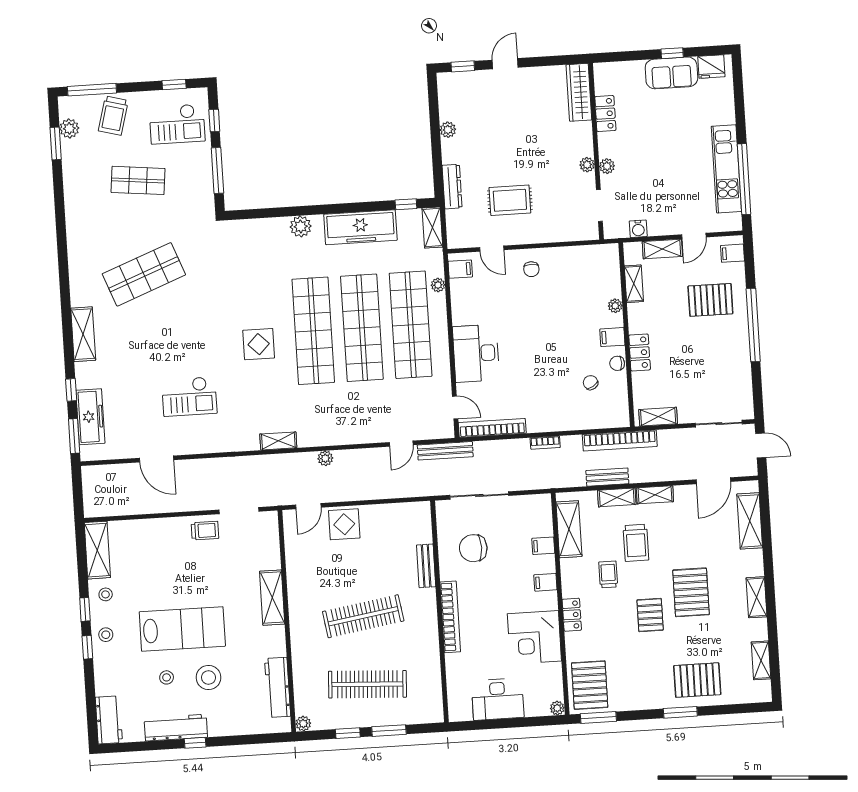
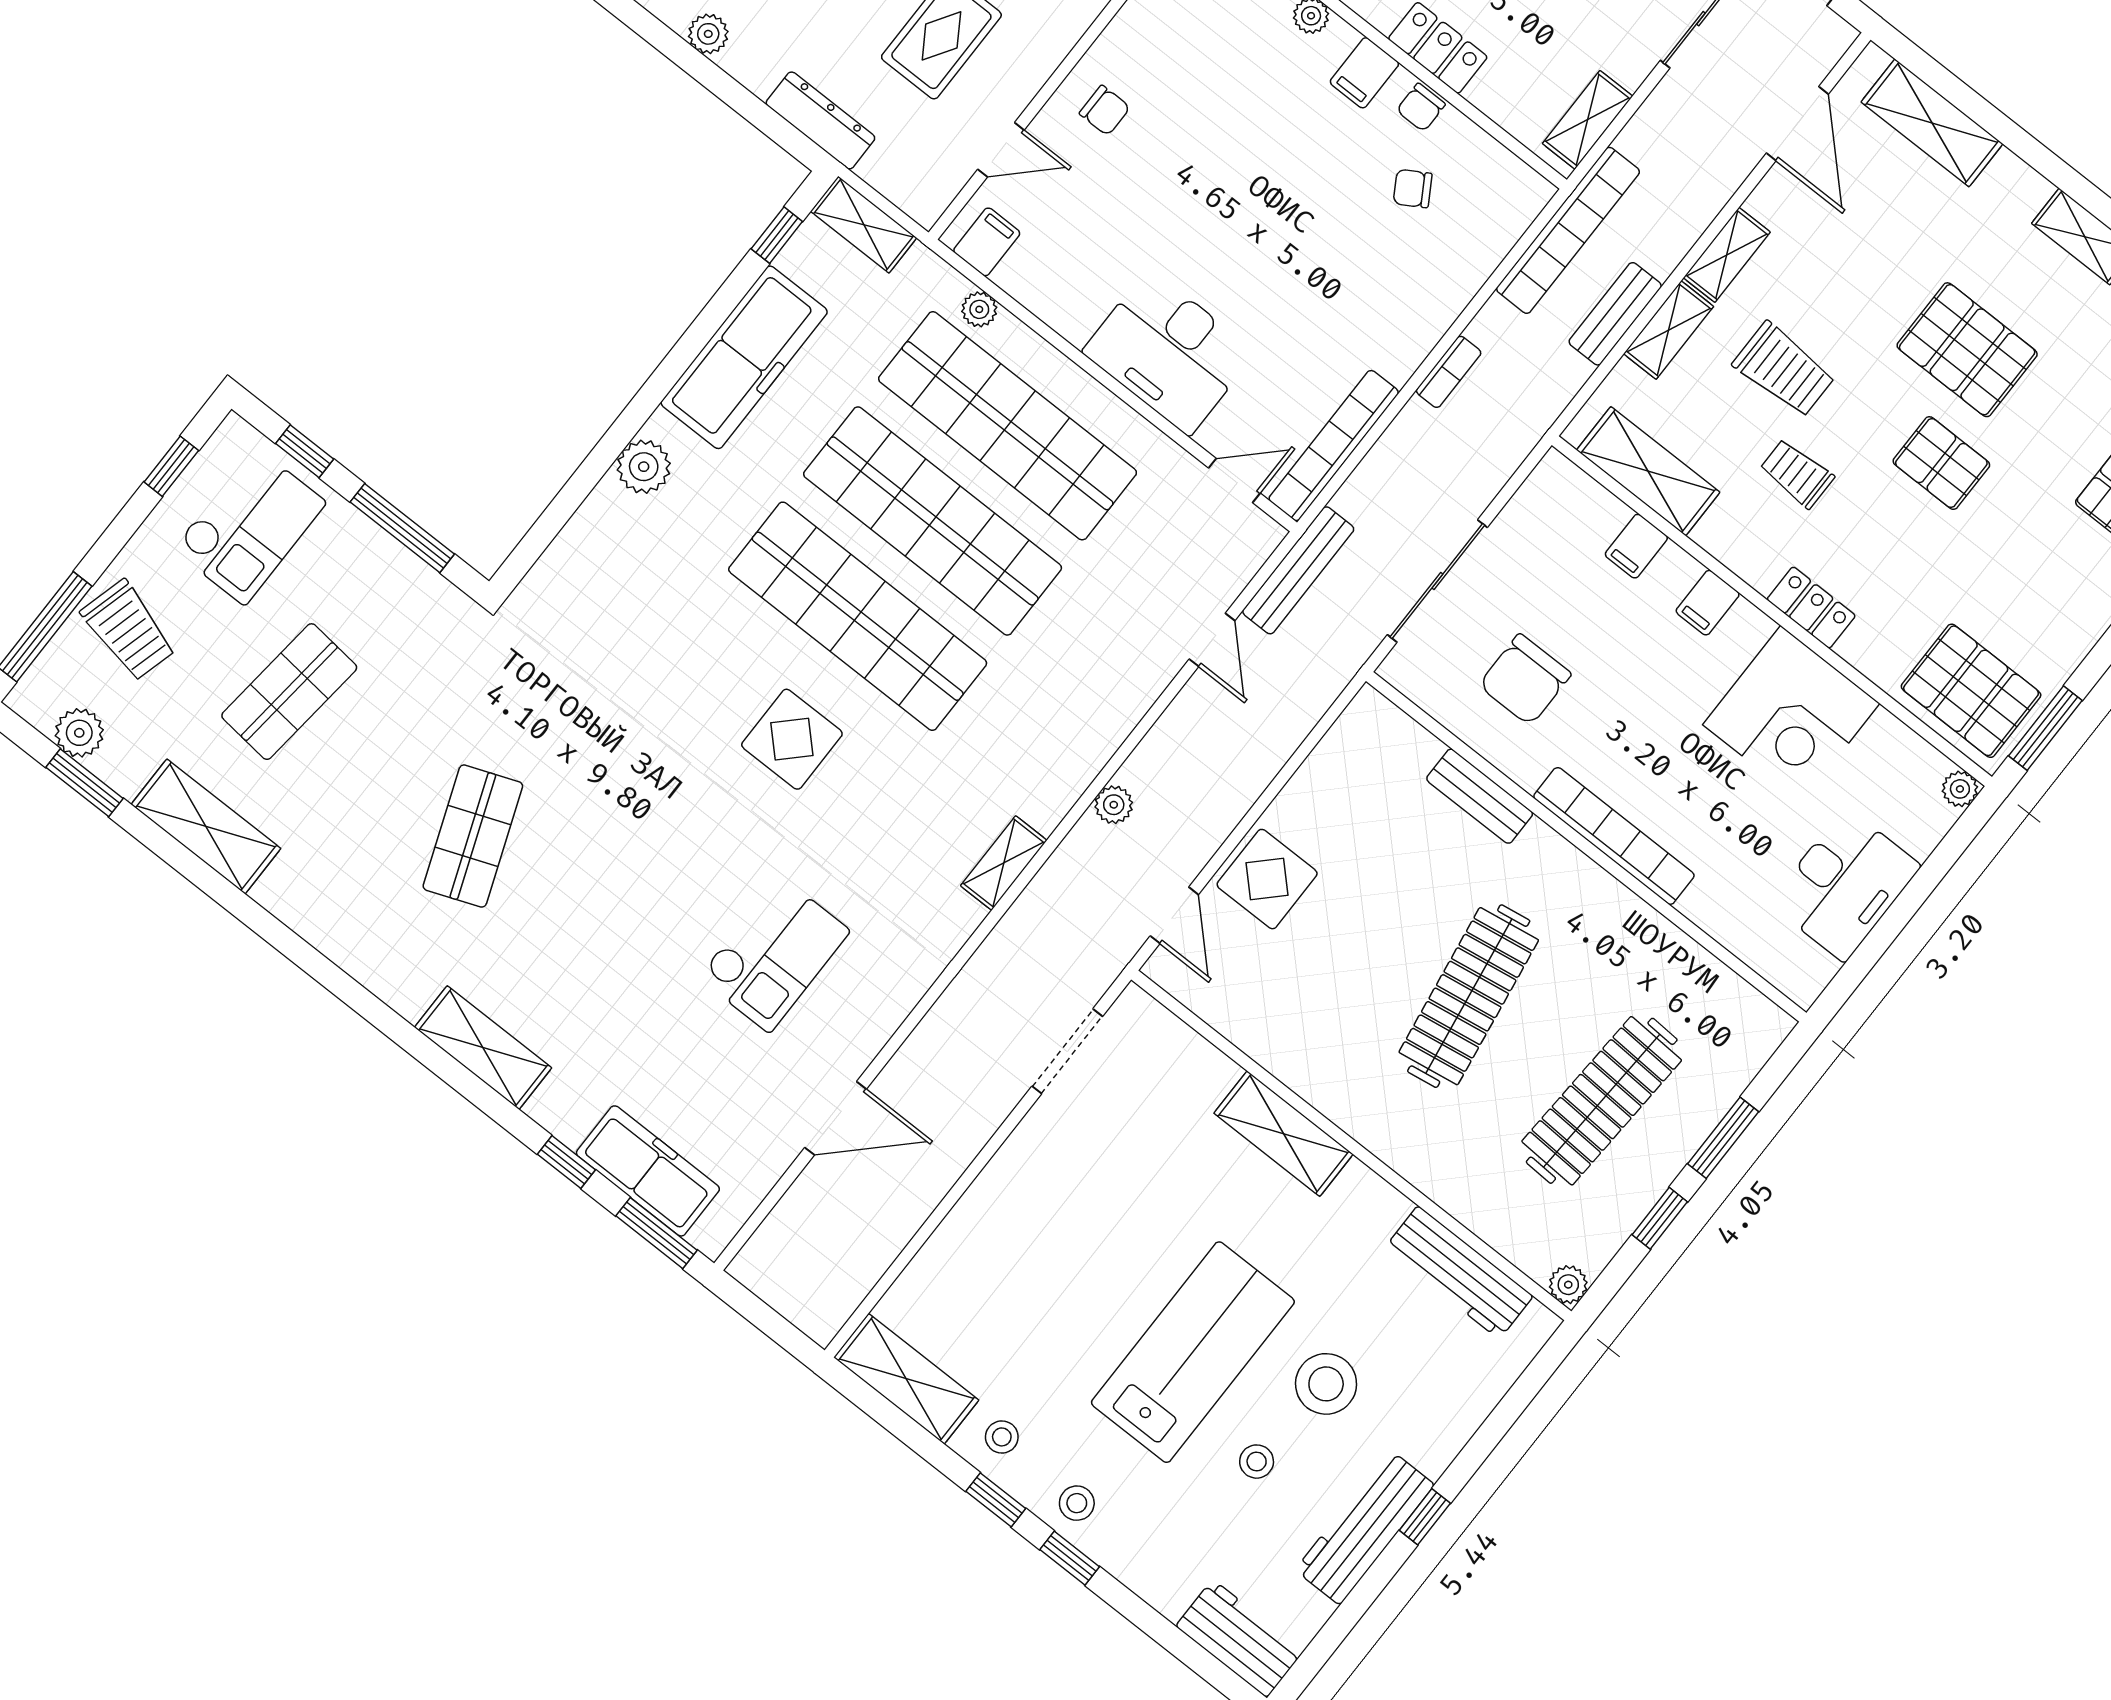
shelving: (75, 192) -> (206, 826), added
shop shelf: (144, 274) -> (473, 836), width x0.70, depth x0.74
trolley: (205, 531) -> (1048, 1147), removed

